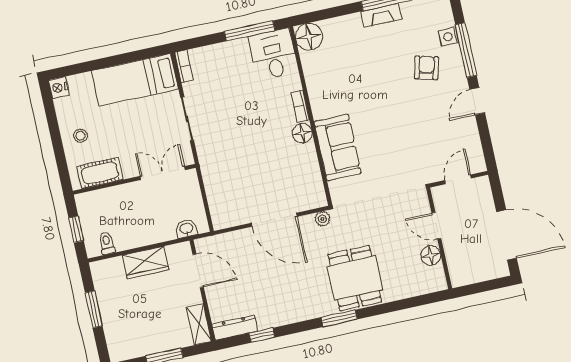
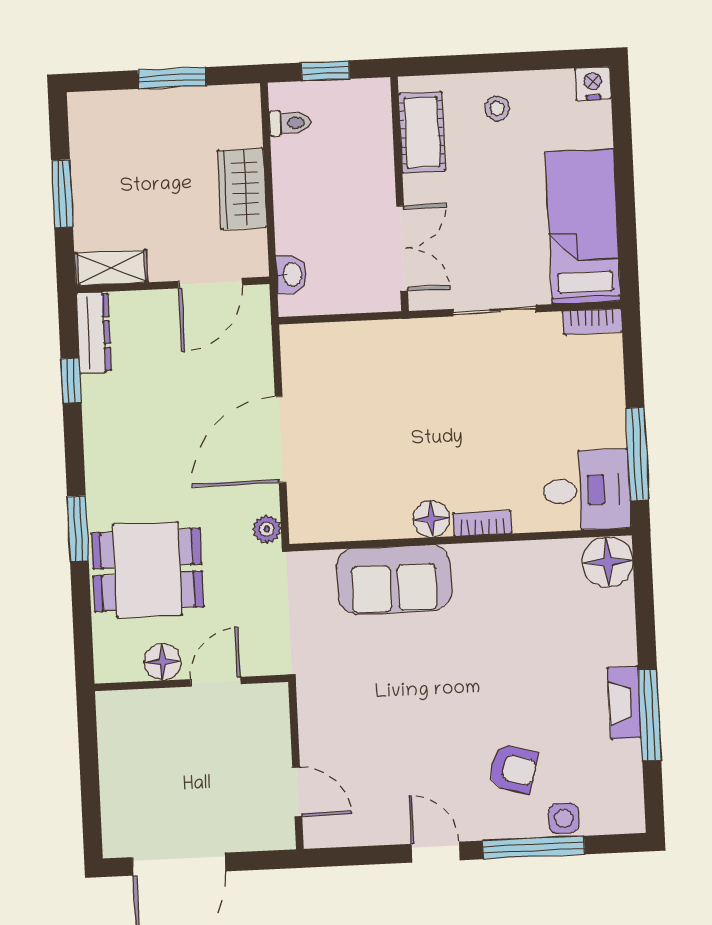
door: (436, 226) -> (216, 682), moved
wall: (439, 238) -> (191, 683), moved
floor lamp: (431, 255) -> (162, 662), moved

